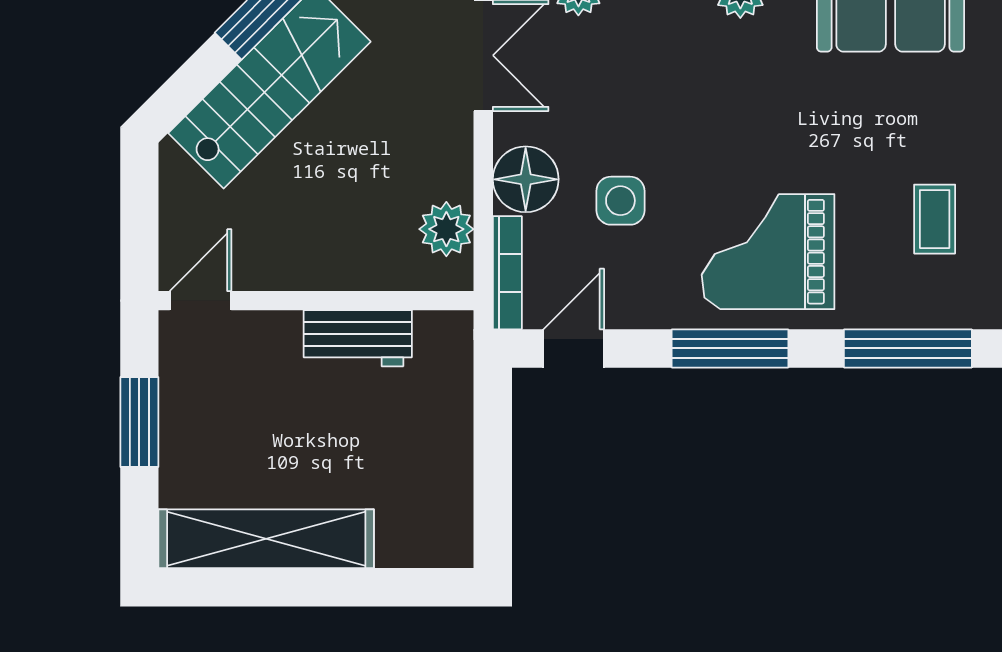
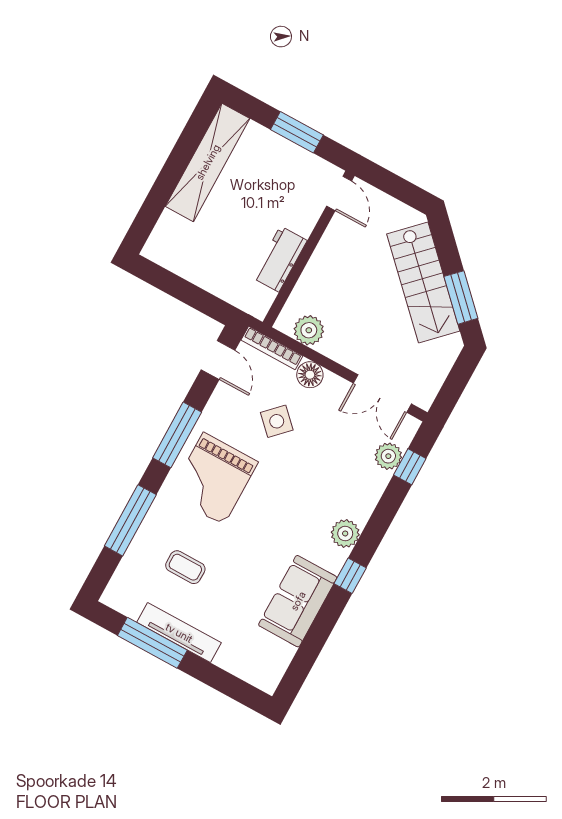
floor lamp: (526, 179) -> (310, 375), width x0.73, depth x0.73
side table: (620, 201) -> (277, 421), turned 45
grand piano: (768, 252) -> (213, 479), turned 180

